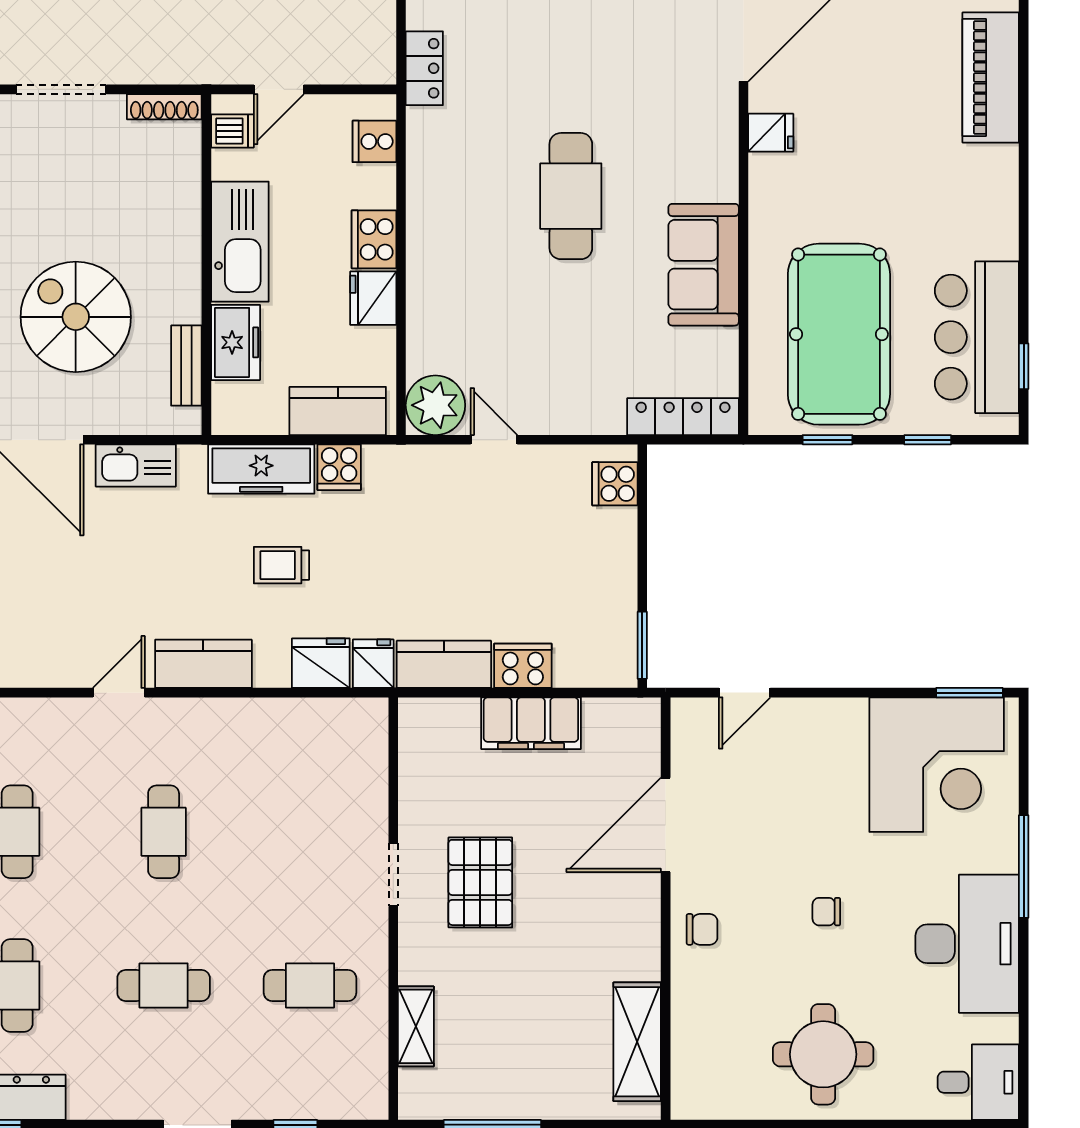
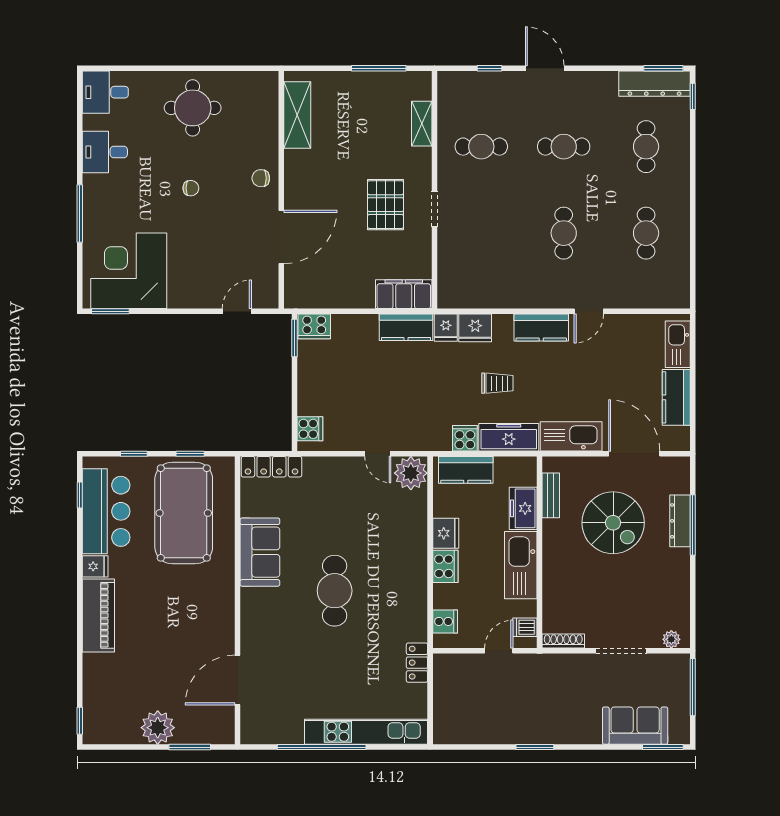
piano: (991, 78) -> (98, 615), moved
fridge: (771, 133) -> (95, 566), moved, turned 180
kitchen sink: (136, 465) -> (571, 436), width x1.36, depth x1.24
cooker: (523, 666) -> (314, 326), moved
filing cabinet: (531, 723) -> (404, 294), moved
desk: (967, 944) -> (105, 152), width x0.53, depth x0.77

